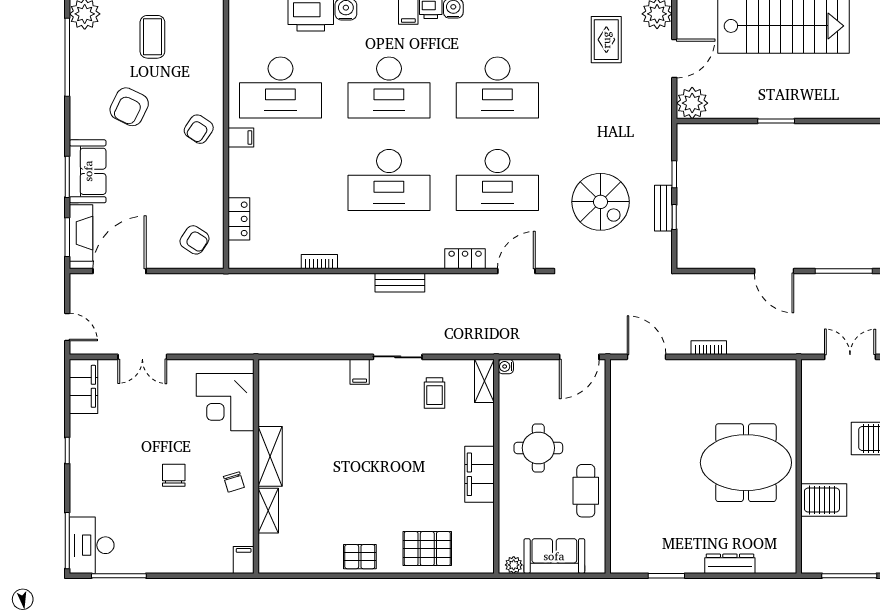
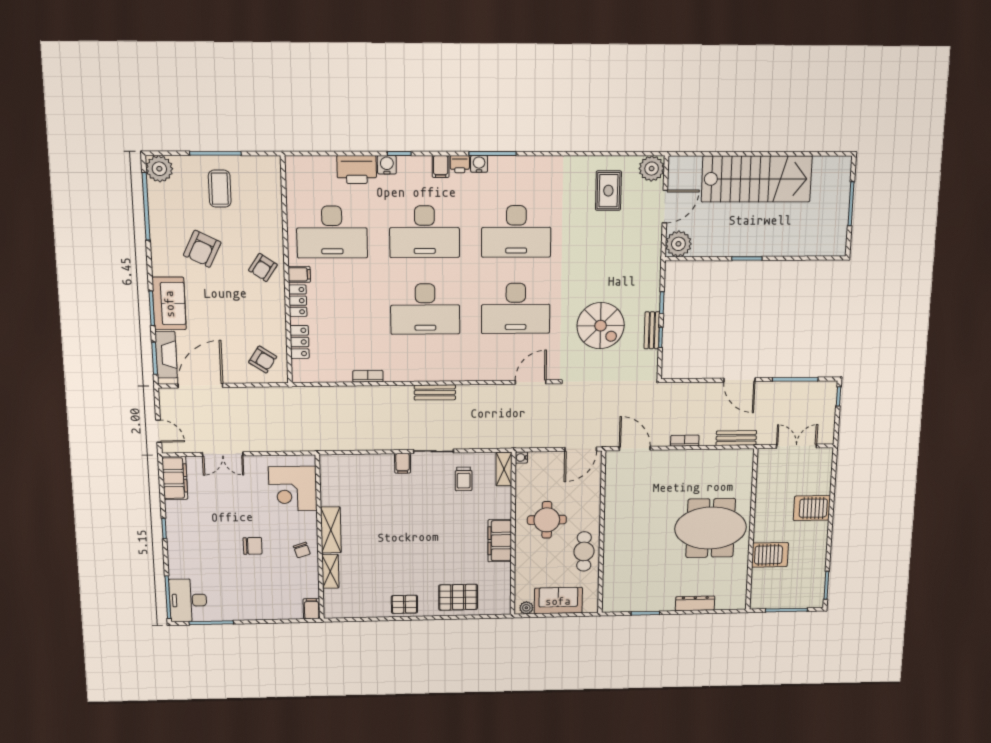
locker: (465, 259) -> (298, 301), moved, turned 90
bench: (773, 345) -> (736, 438), added
chair: (174, 475) -> (253, 546), turned 90

